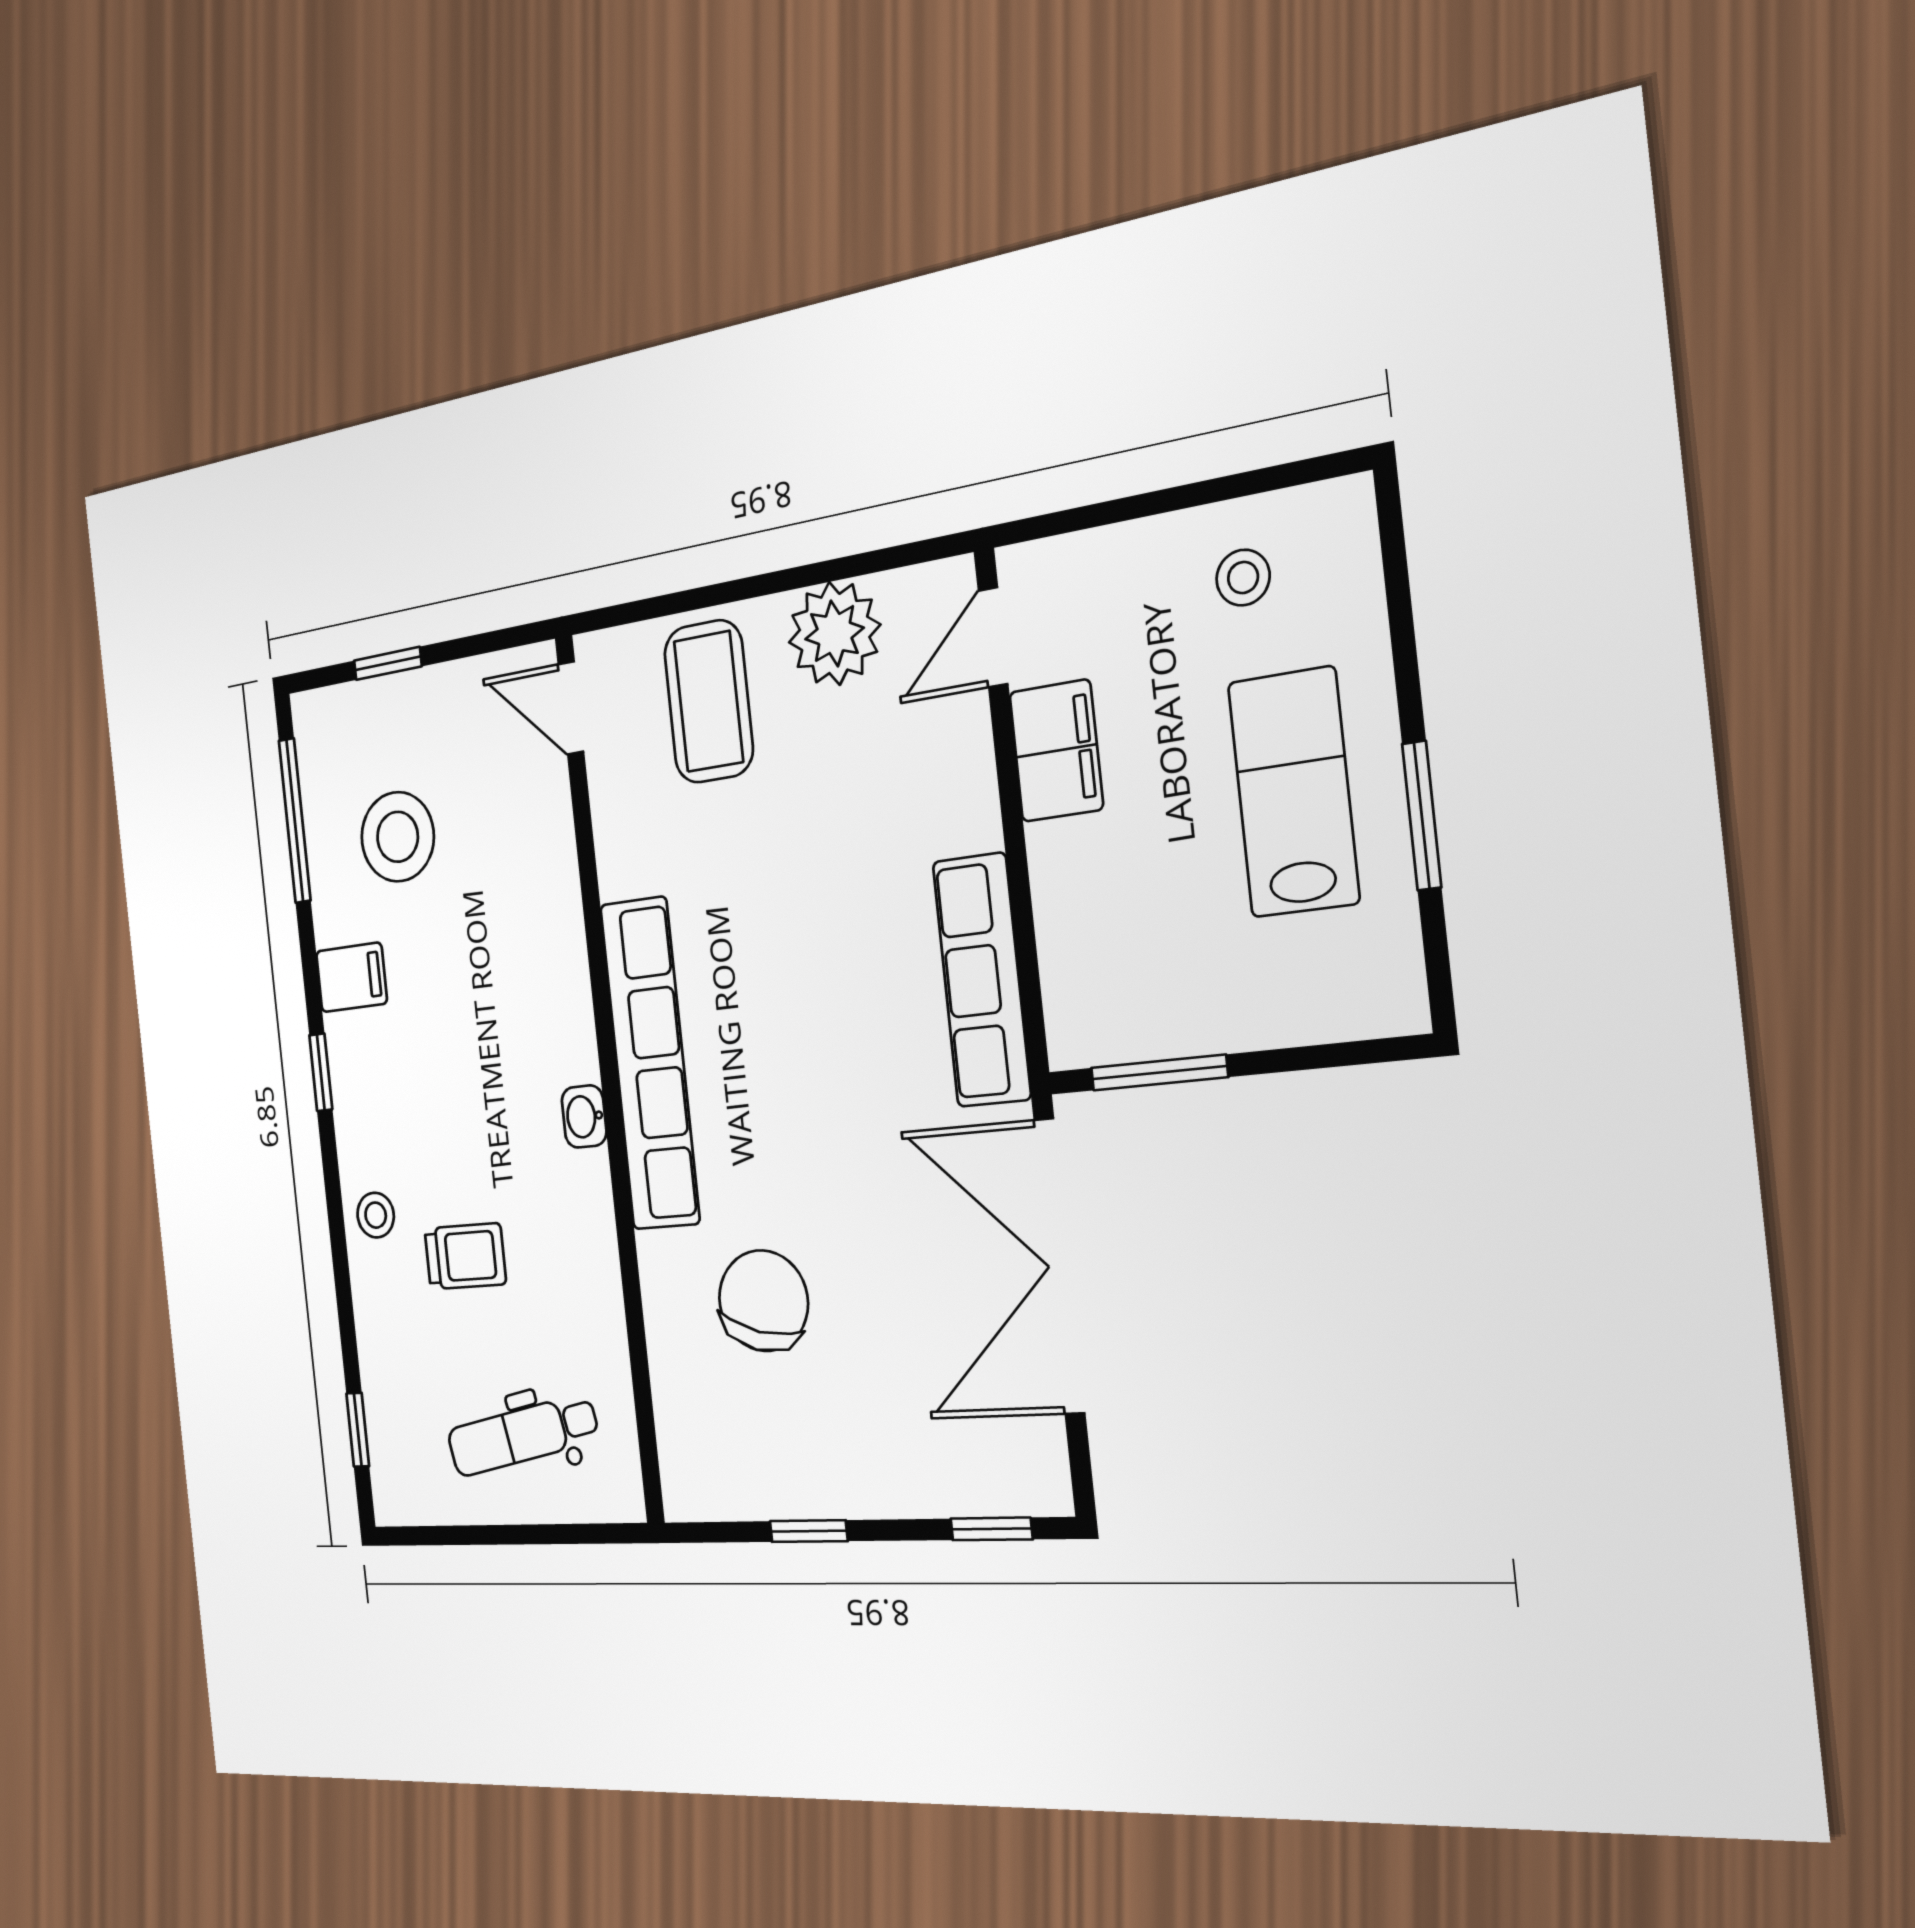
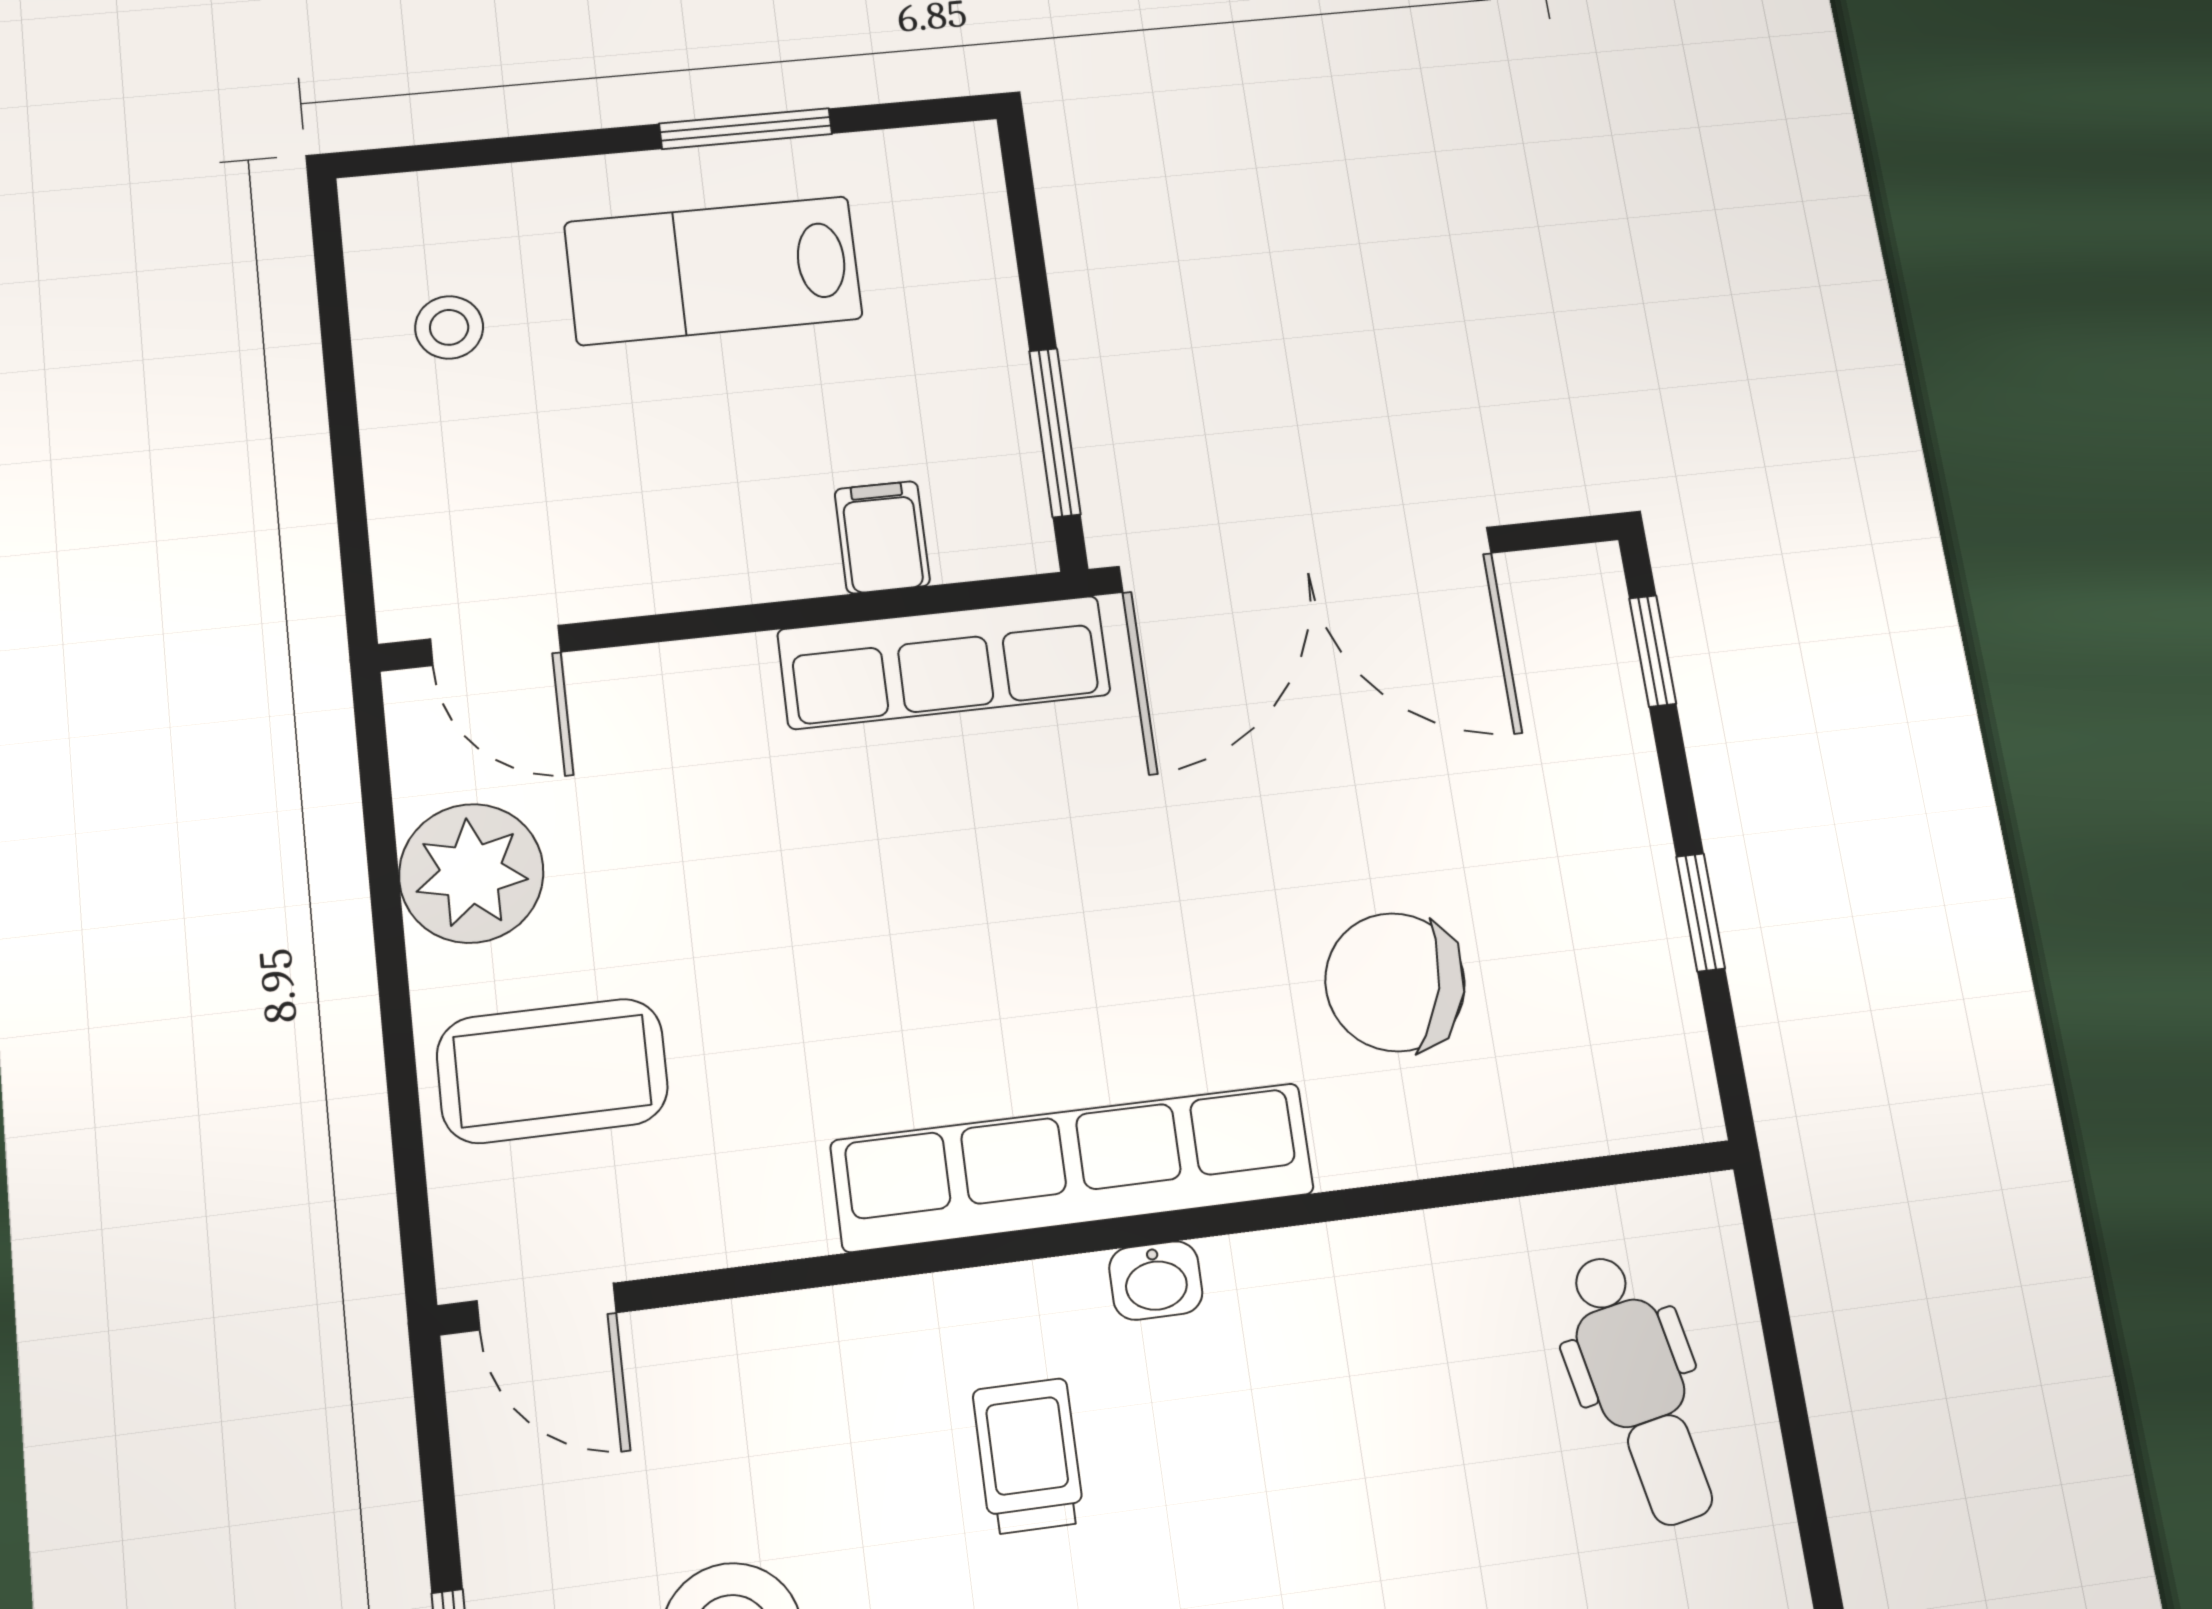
door: (571, 708) -> (547, 1307), hinge flipped
filing cabinet: (1056, 751) -> (882, 537), moved, width x0.50
trolley: (465, 1256) -> (1028, 1456), moved

